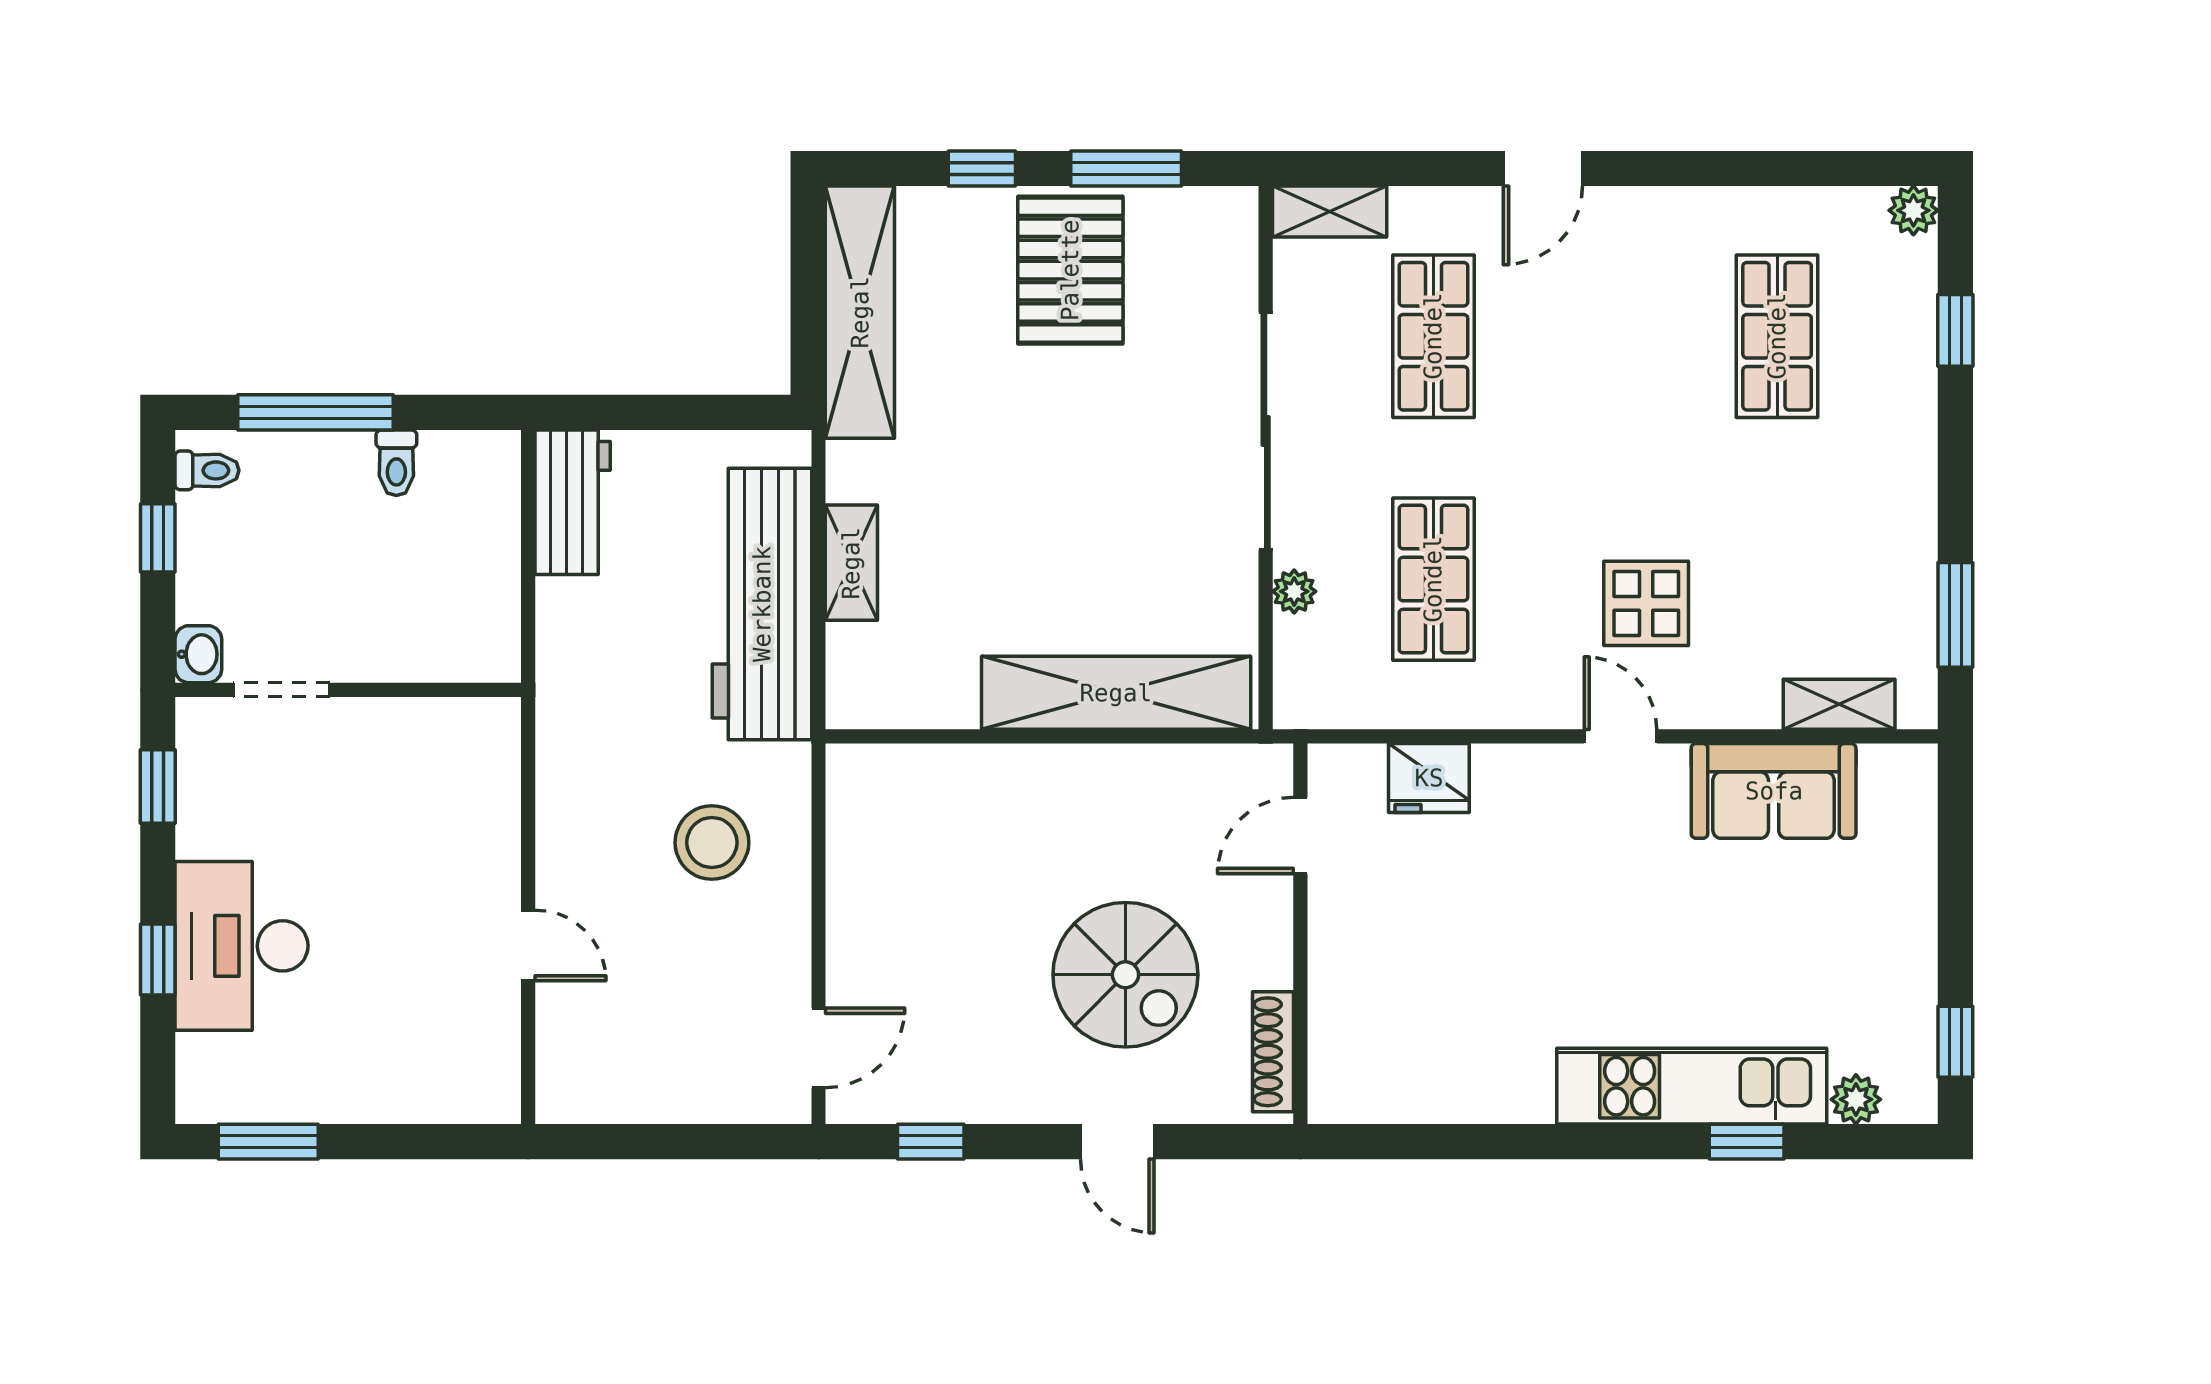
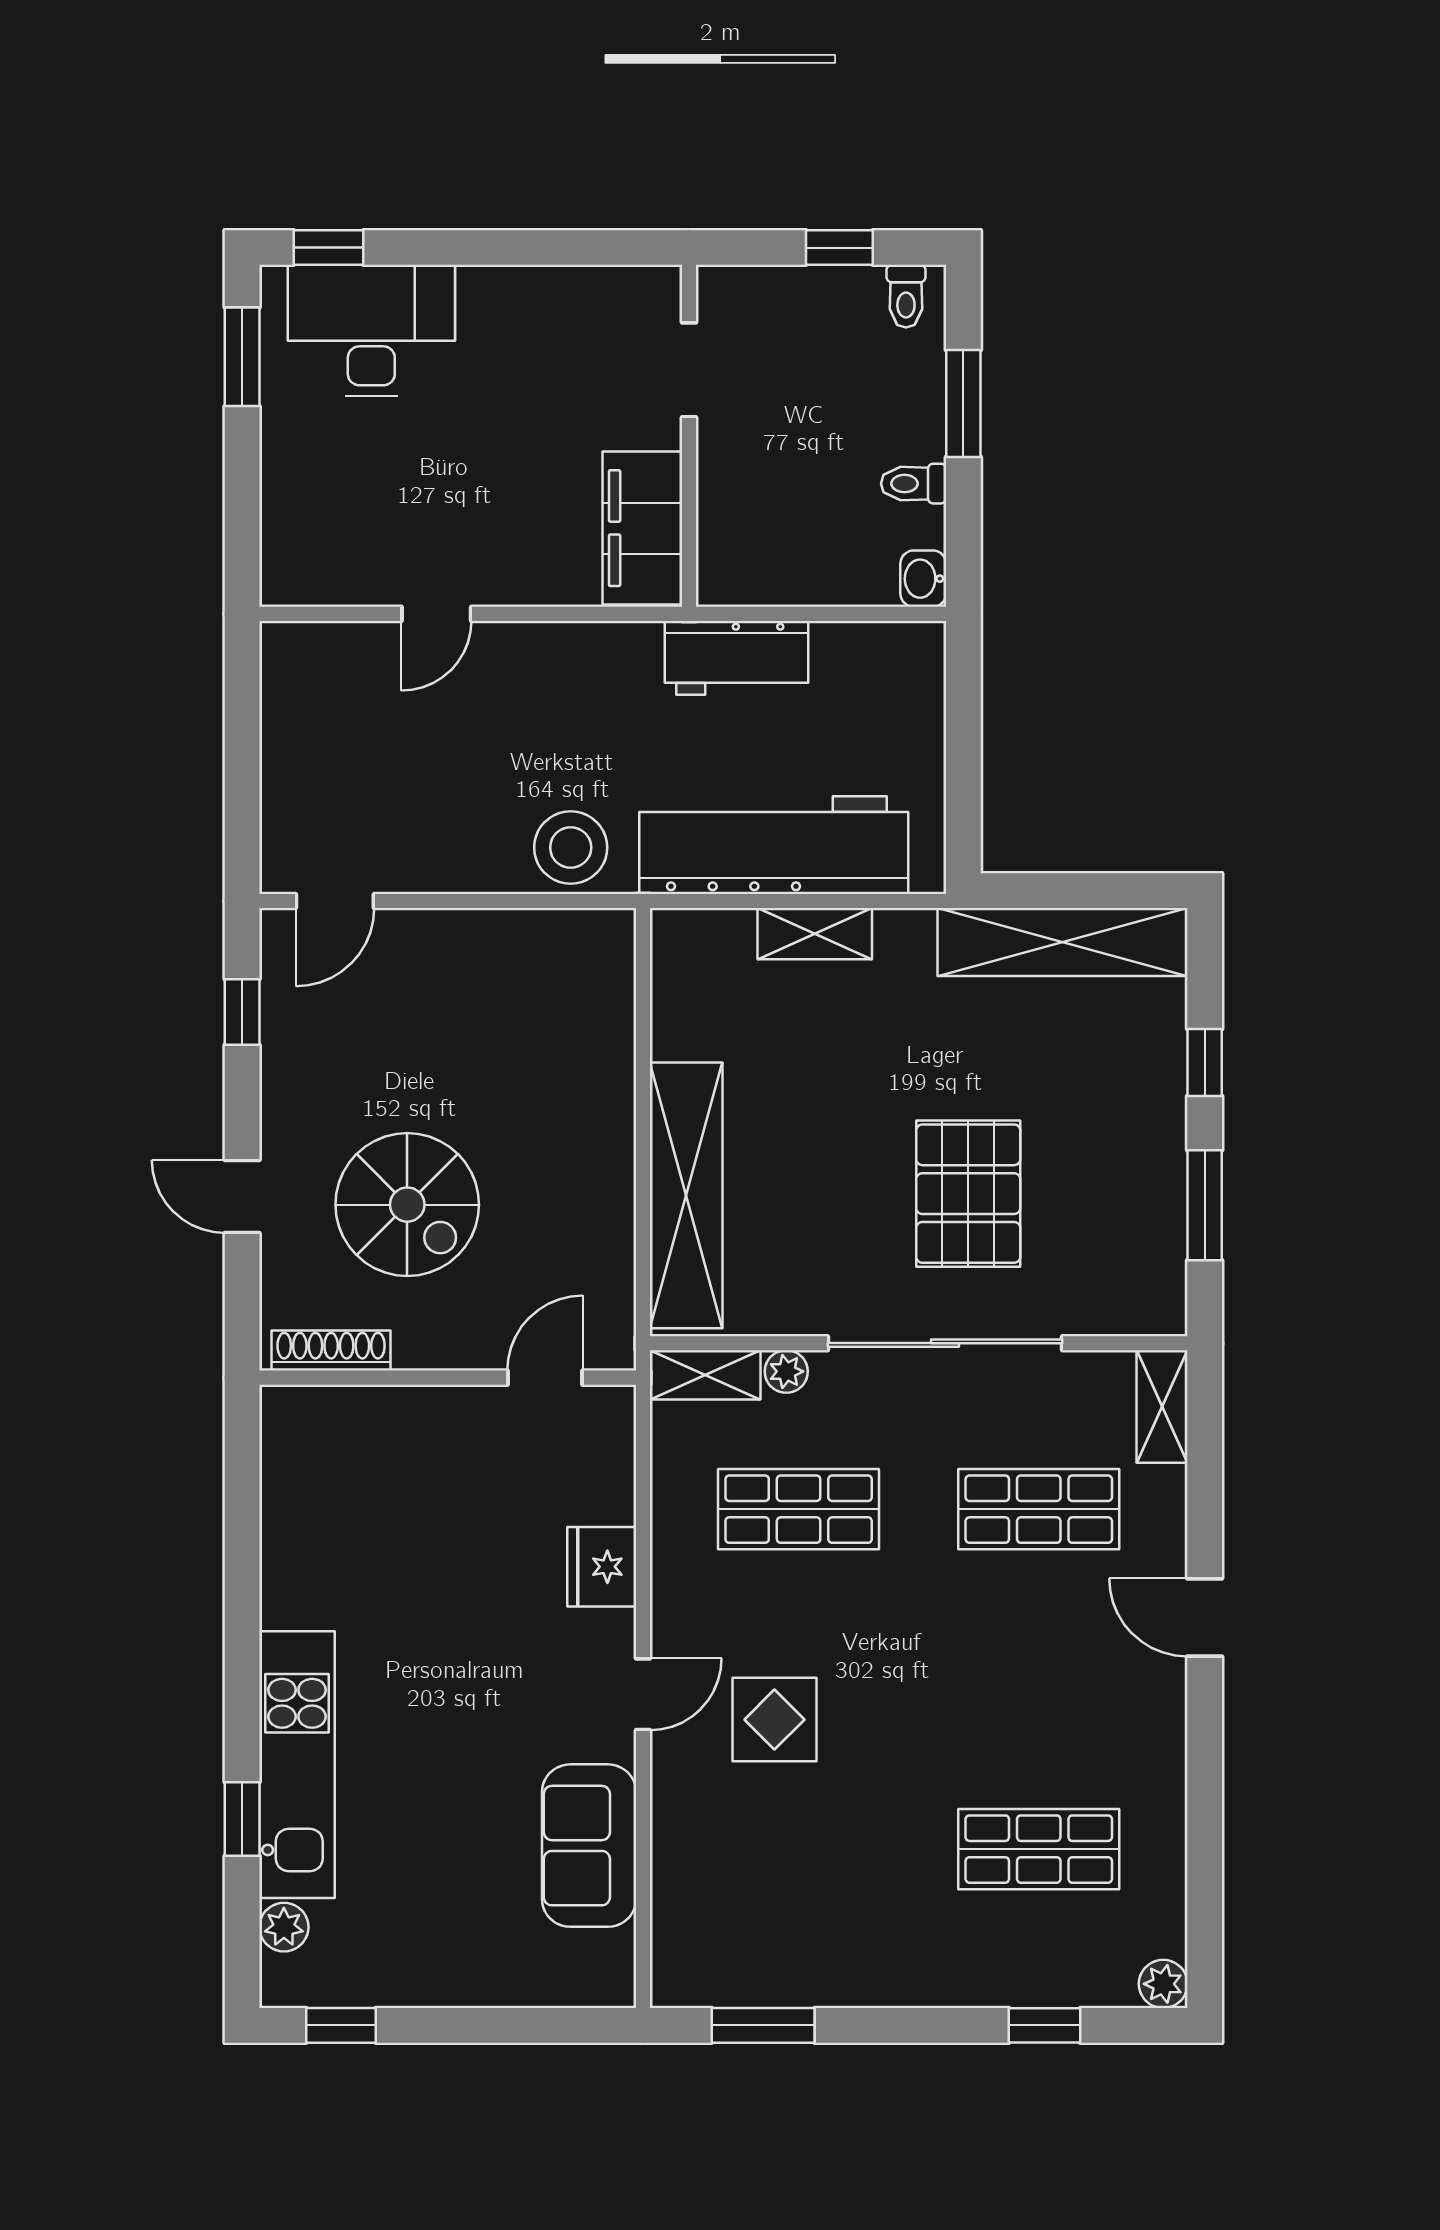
pallet: (1070, 270) -> (968, 1194), moved, turned 90
window: (315, 412) -> (963, 403), width x0.69
workbench: (573, 502) -> (737, 658), moved
washbasin: (198, 654) -> (923, 579), moved, turned 90
shelving: (1839, 704) -> (705, 1375), moved, turned 90
filing cabinet: (441, 737) -> (642, 528), added
fridge: (1429, 778) -> (602, 1567), moved
window: (158, 786) -> (593, 248), removed
door: (1300, 835) -> (545, 1378), hinge flipped
stool: (712, 843) -> (571, 848), moved
desk: (242, 946) -> (371, 330), moved
window: (158, 960) -> (329, 248), moved
spiral stairs: (1125, 975) -> (407, 1205), turned -90
door: (819, 1048) -> (335, 901), hinge flipped
door: (1117, 1142) -> (242, 1197), hinge flipped

